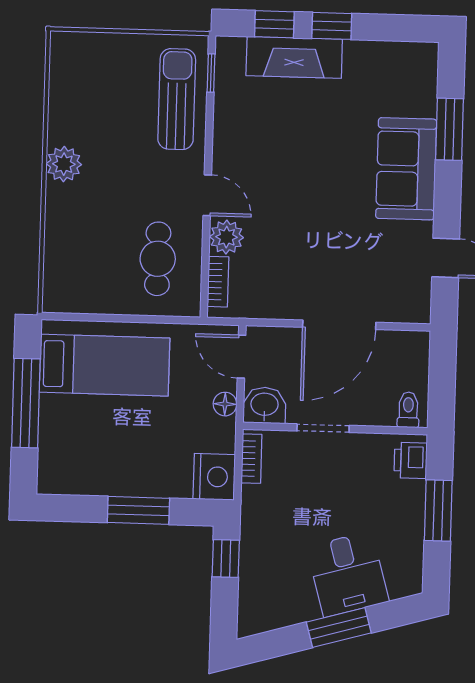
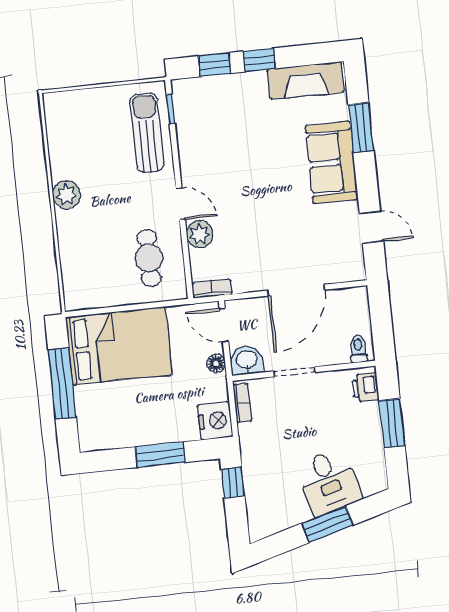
fireplace: (294, 57) -> (306, 81), moved
bookcase: (218, 282) -> (212, 289), moved, turned -90
bed: (104, 365) -> (119, 346), width x1.50

